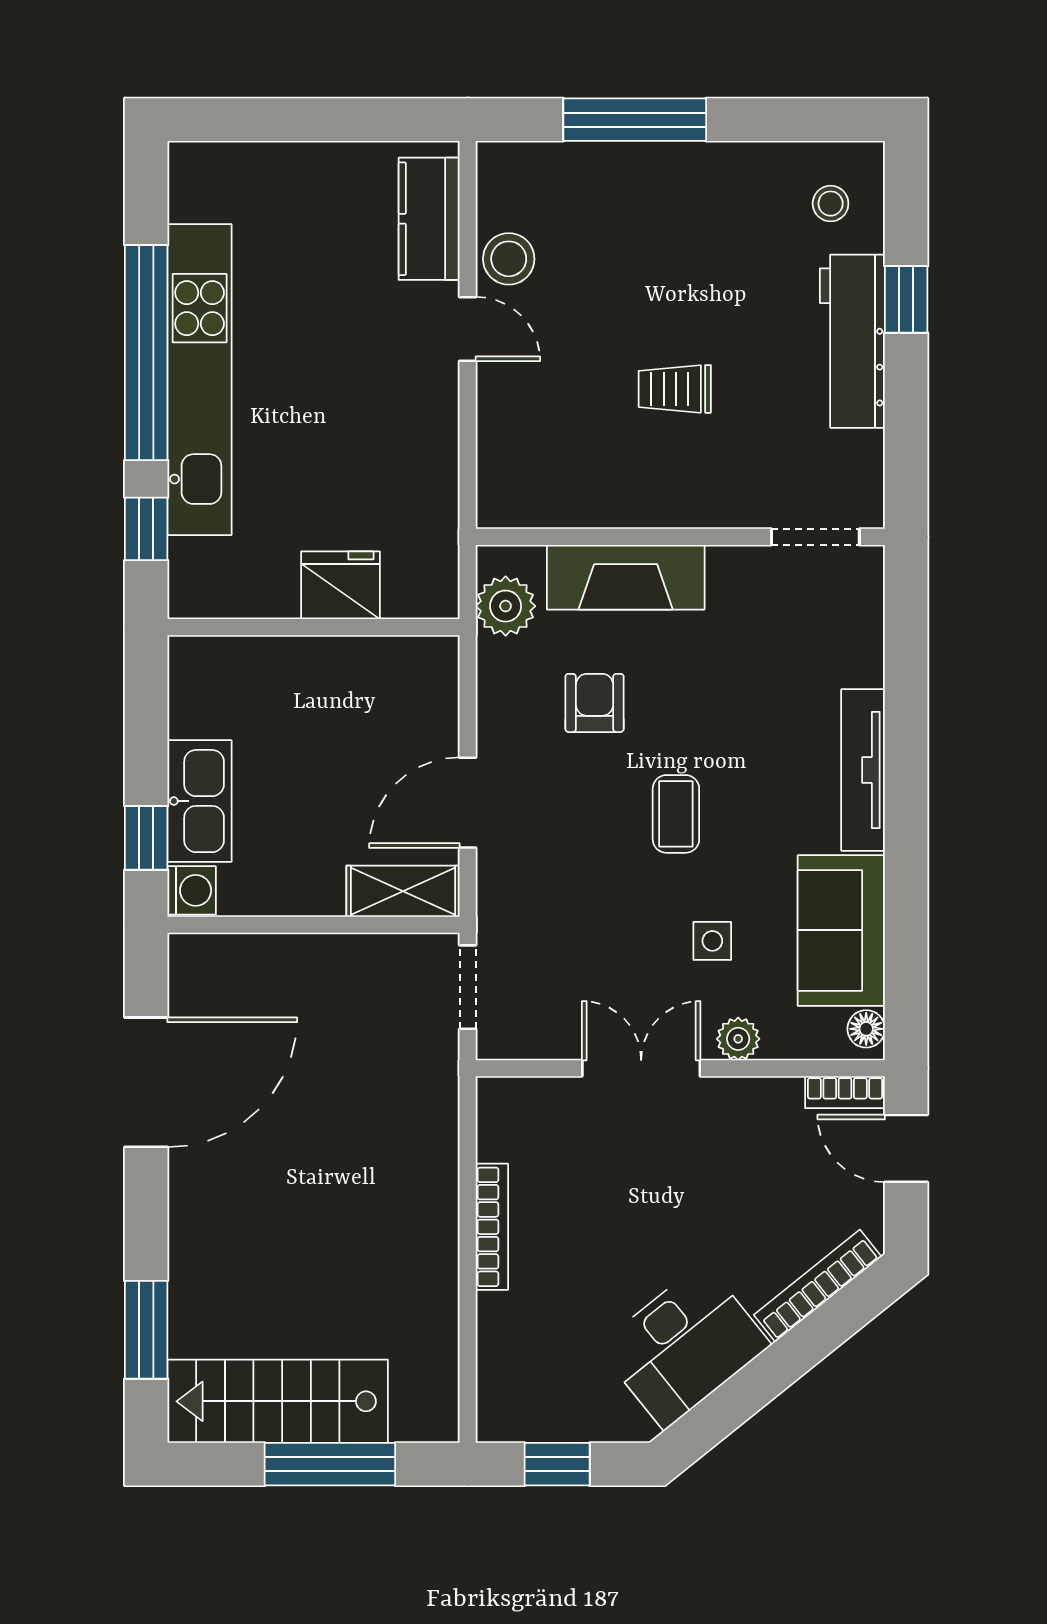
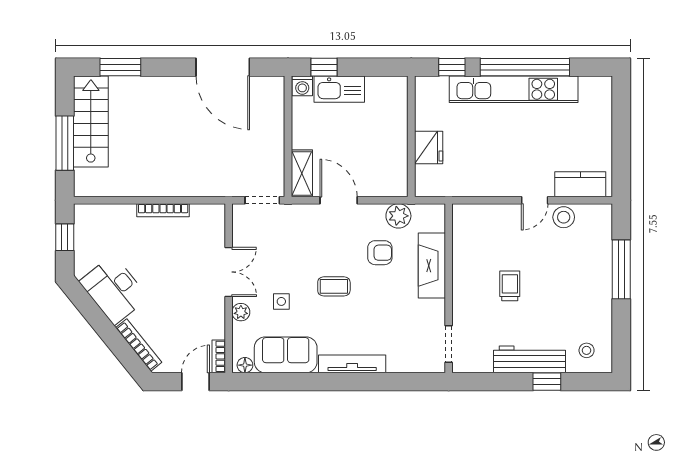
plant: (506, 606) -> (398, 216), moved

